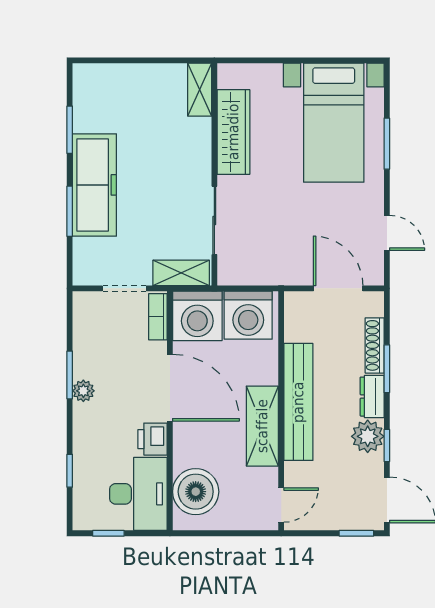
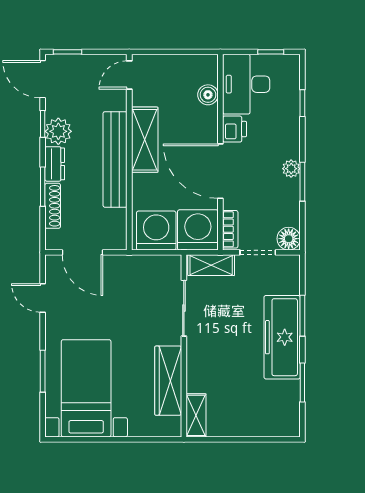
floor lamp: (86, 305) -> (289, 239), added
boiler: (196, 492) -> (208, 95), width x0.54, depth x0.54

